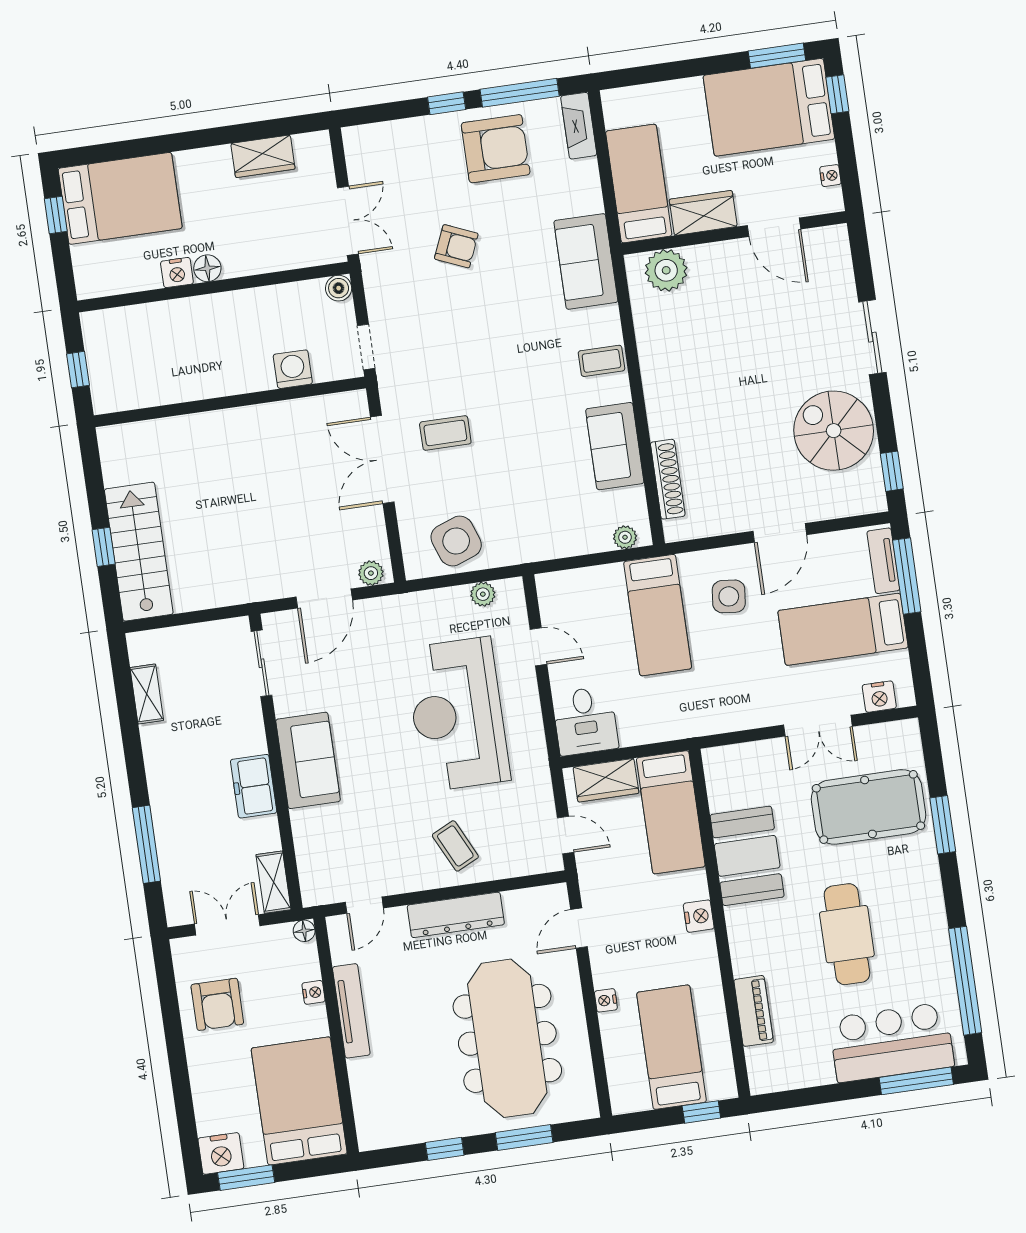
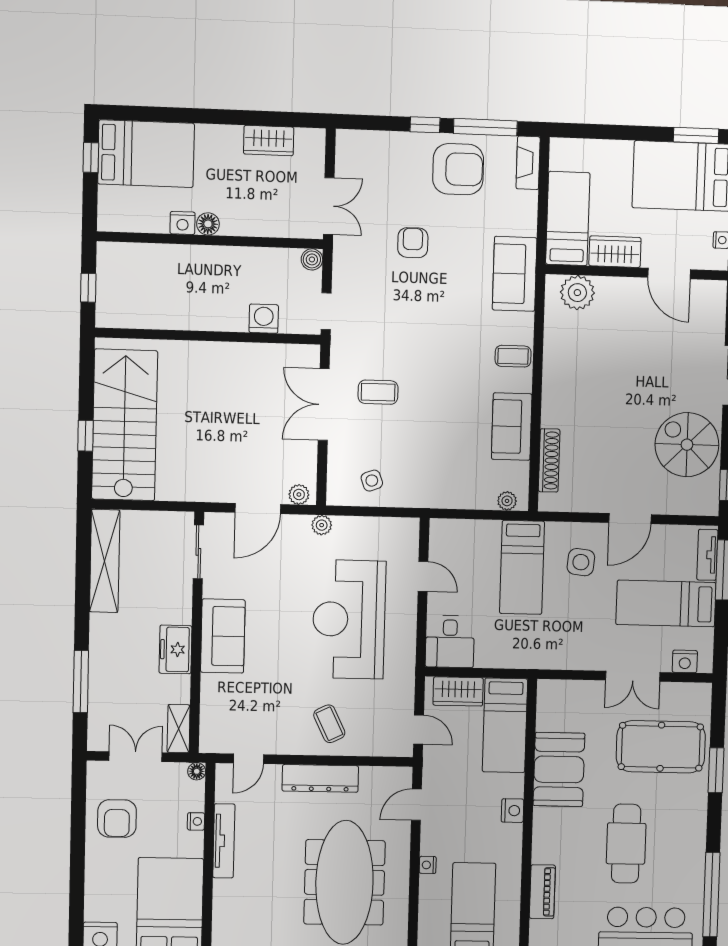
armchair: (456, 246) -> (413, 243), turned -113
side table: (456, 541) -> (372, 481), width x0.54, depth x0.54
stairs: (139, 552) -> (125, 425), width x1.36, depth x1.51
plant: (483, 594) -> (322, 525), moved
shelving: (147, 694) -> (105, 561), width x2.20, depth x1.33

